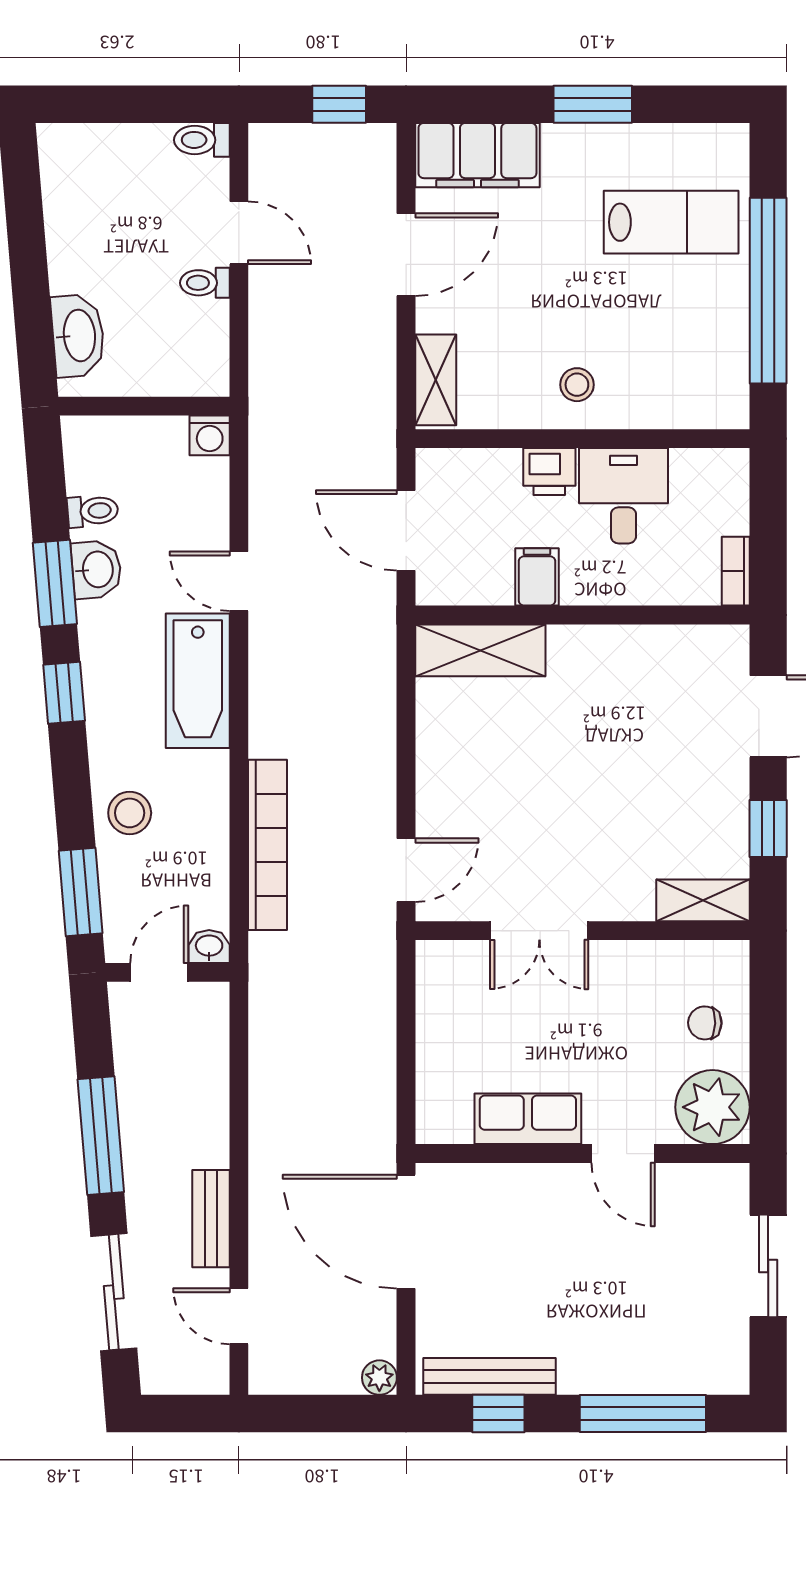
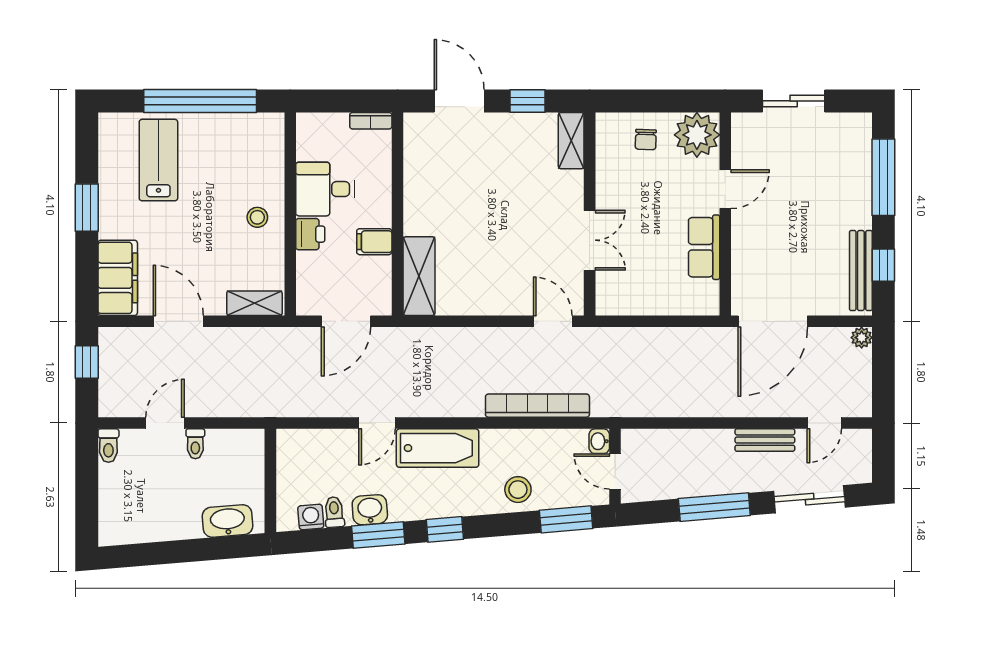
washing machine: (210, 435) -> (311, 517), moved, turned -95

